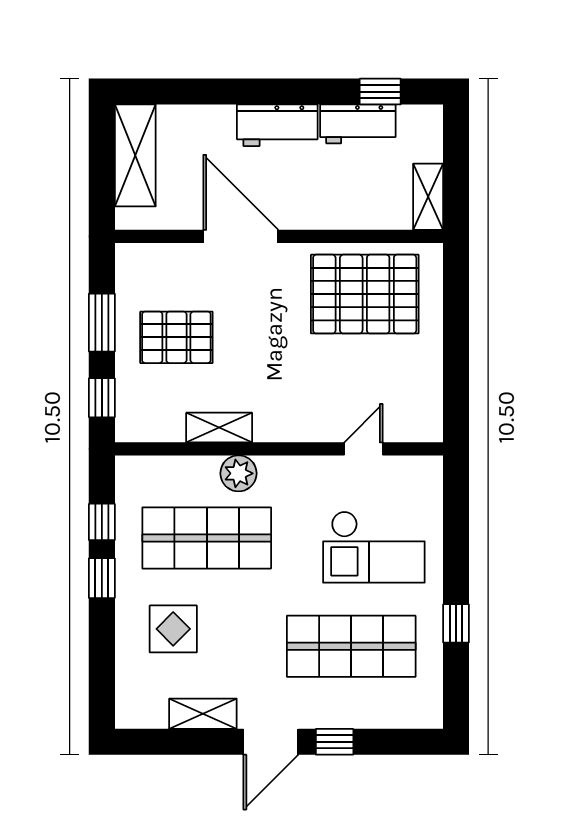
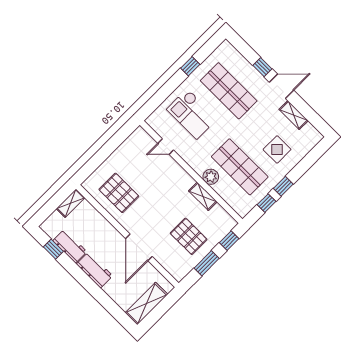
pallet: (365, 294) -> (119, 193), width x0.73, depth x0.71
checkout: (374, 547) -> (192, 114), turned 180

